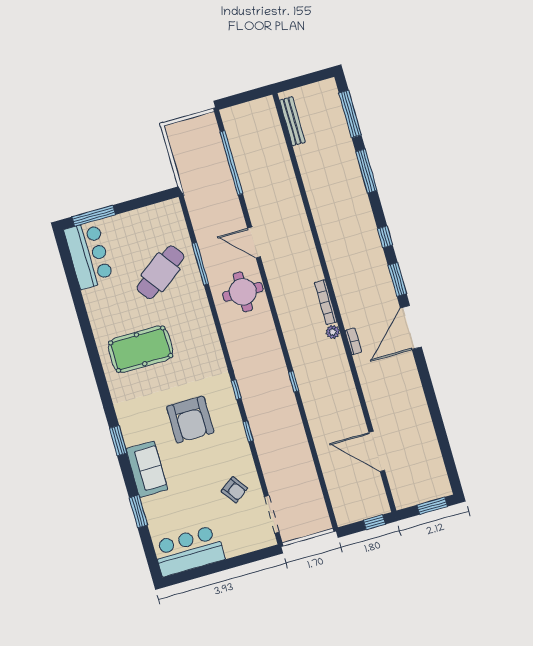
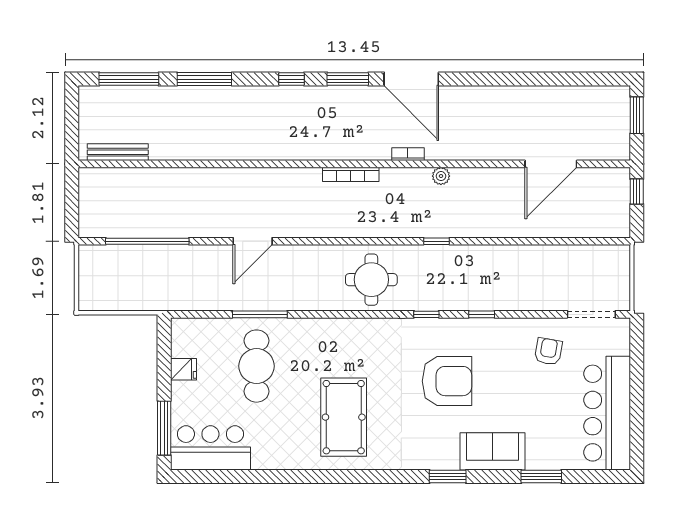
fridge: (142, 218) -> (183, 369), added
cafe table: (161, 272) -> (257, 366), turned 36
round table: (243, 292) -> (371, 280), moved
plant: (333, 332) -> (441, 176), moved
armchair: (234, 490) -> (548, 351), turned -44
bar counter: (189, 551) -> (607, 413), width x1.36

